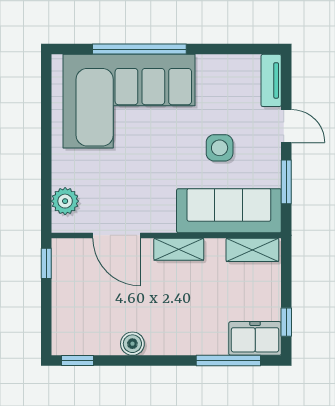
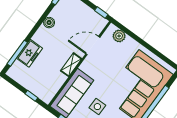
shelving: (252, 250) -> (51, 91), removed
window: (286, 322) -> (31, 96), moved
freezer: (255, 338) -> (30, 53), moved

